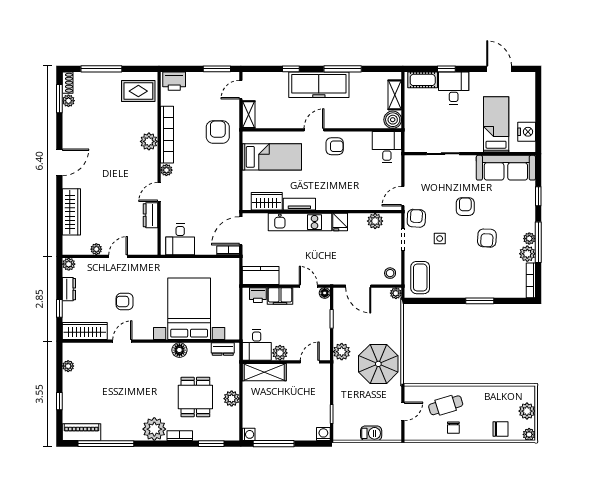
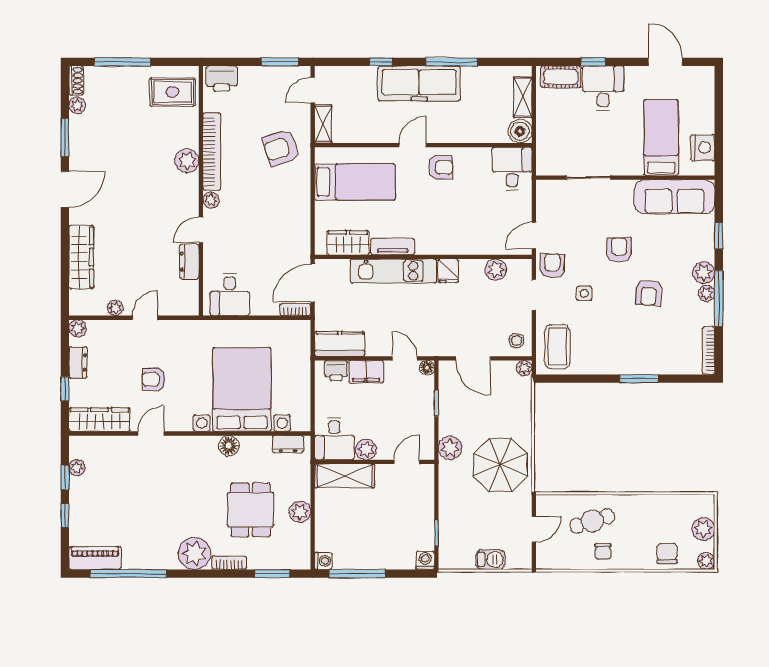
window: (59, 99) -> (65, 138), moved
armchair: (218, 132) -> (281, 148), turned -108
plant: (527, 254) -> (704, 273), moved
window: (59, 373) -> (65, 477), added
chair: (500, 429) -> (667, 553), turned -90

